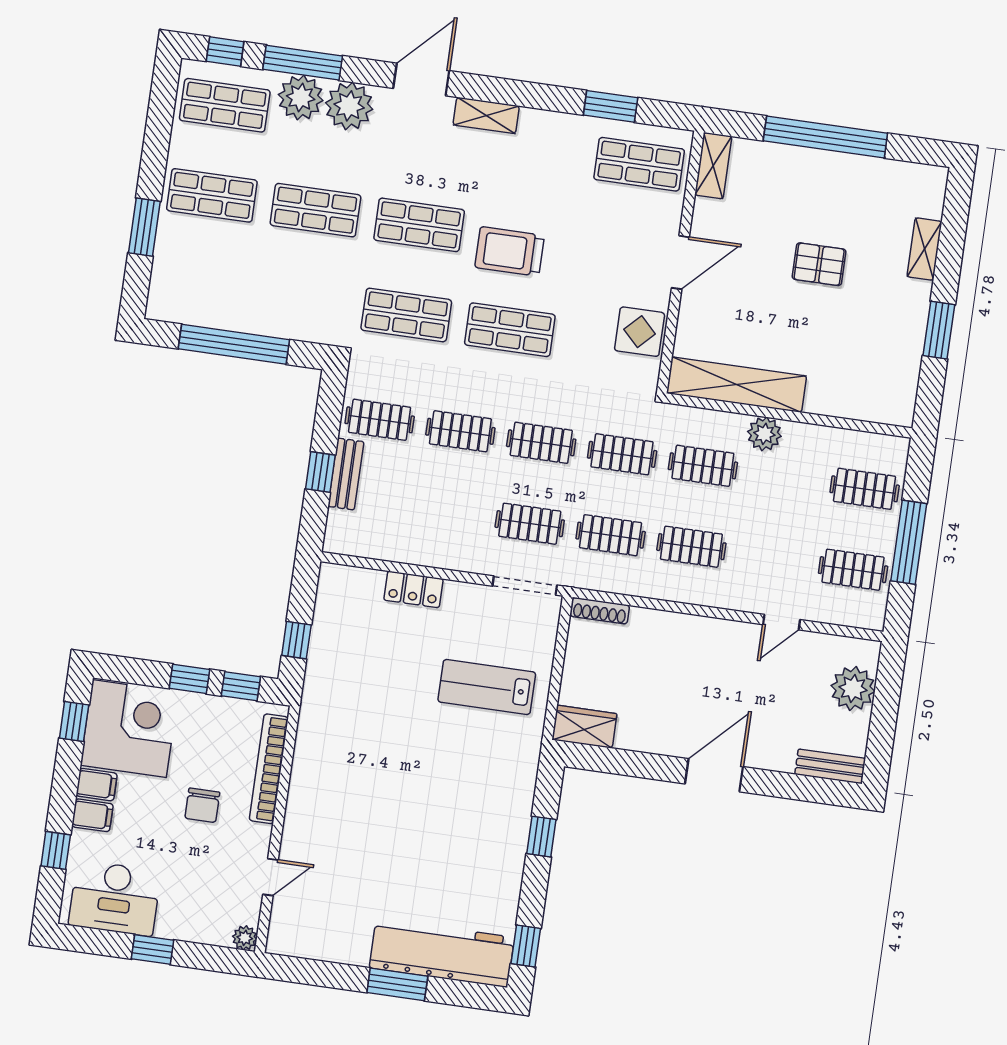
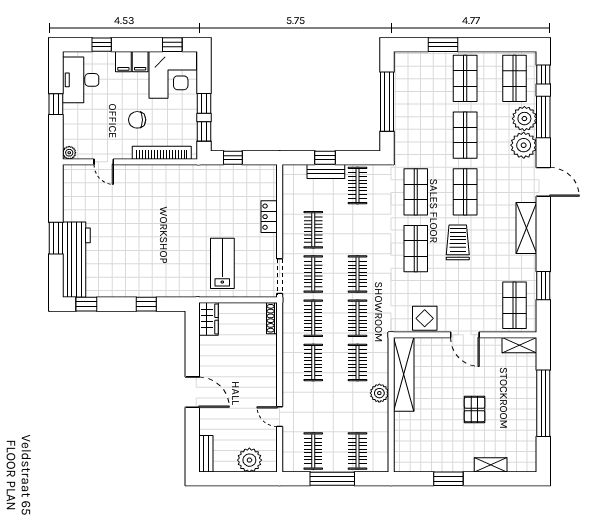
shelving: (486, 115) -> (526, 228), width x1.50, depth x1.33
clothes rail: (460, 431) -> (313, 230), moved

